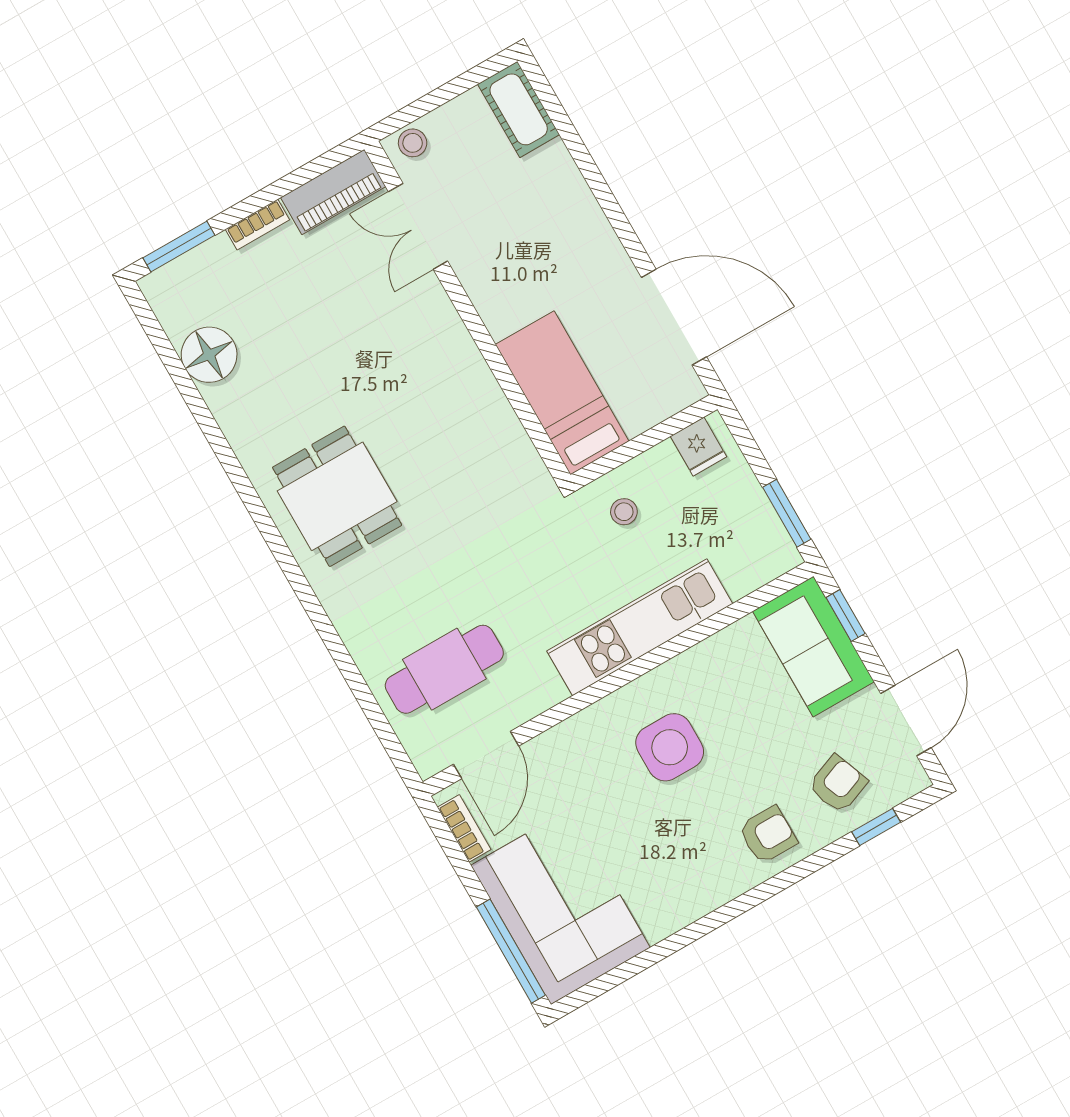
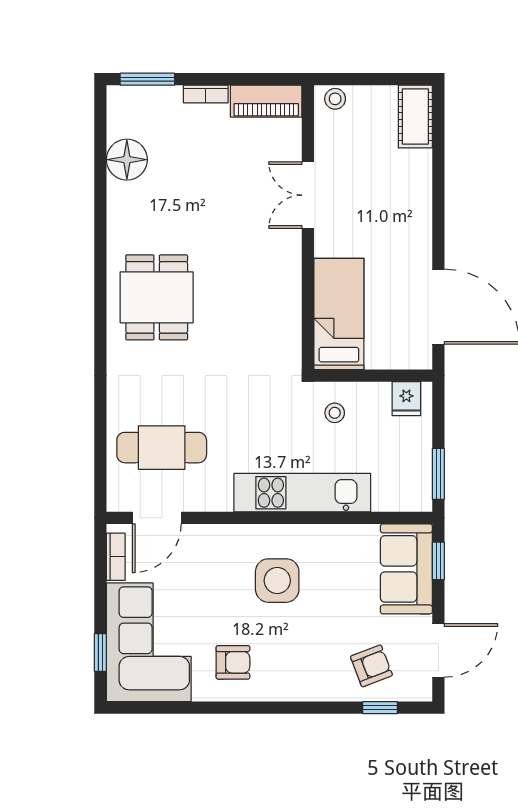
double door: (418, 226) -> (308, 195), moved
armchair: (768, 835) -> (233, 662), moved
window: (511, 951) -> (100, 653), width x0.46

